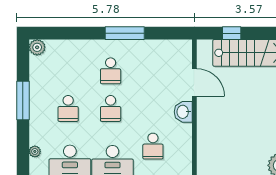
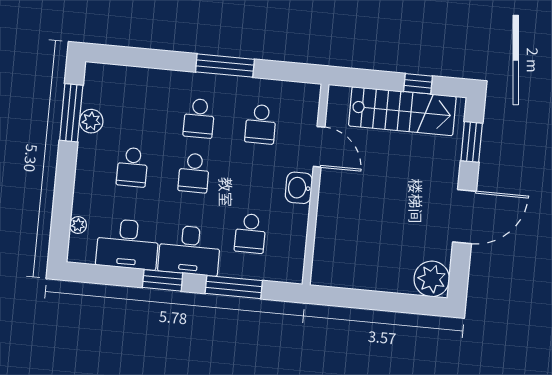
window: (232, 33) -> (418, 84), moved
plant: (37, 47) -> (91, 121), moved
school desk: (153, 71) -> (261, 124), added
window: (23, 100) -> (71, 113), moved

